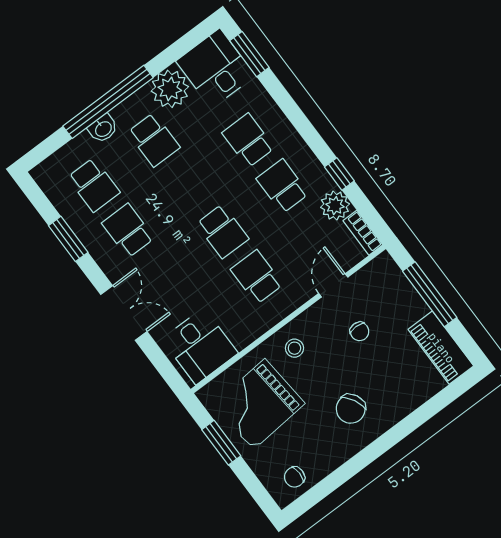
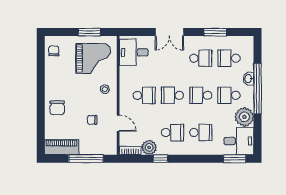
school desk: (188, 186) -> (201, 95), added
grand piano: (259, 404) -> (93, 58), turned 95
chair: (351, 409) -> (57, 108), moved, turned -153

